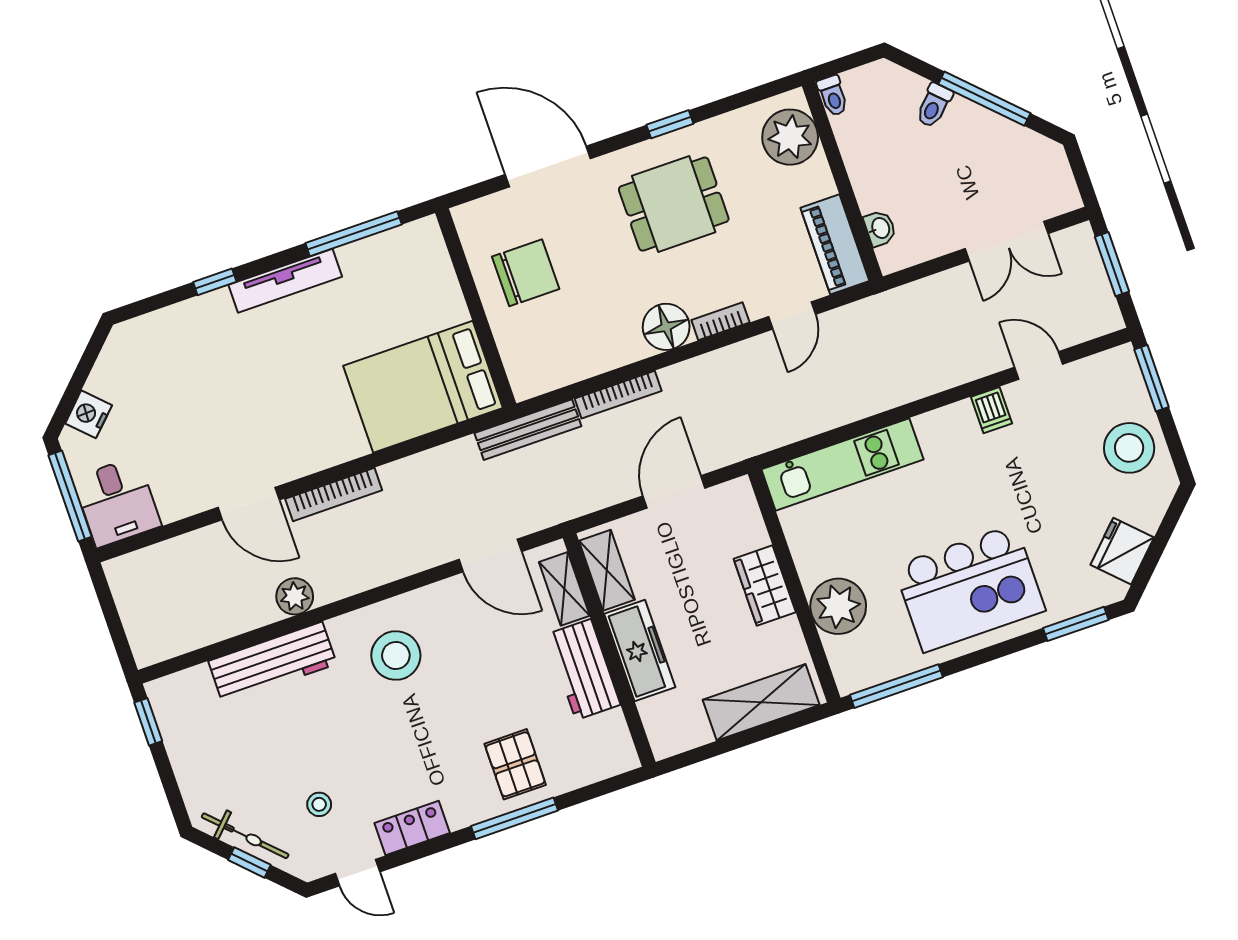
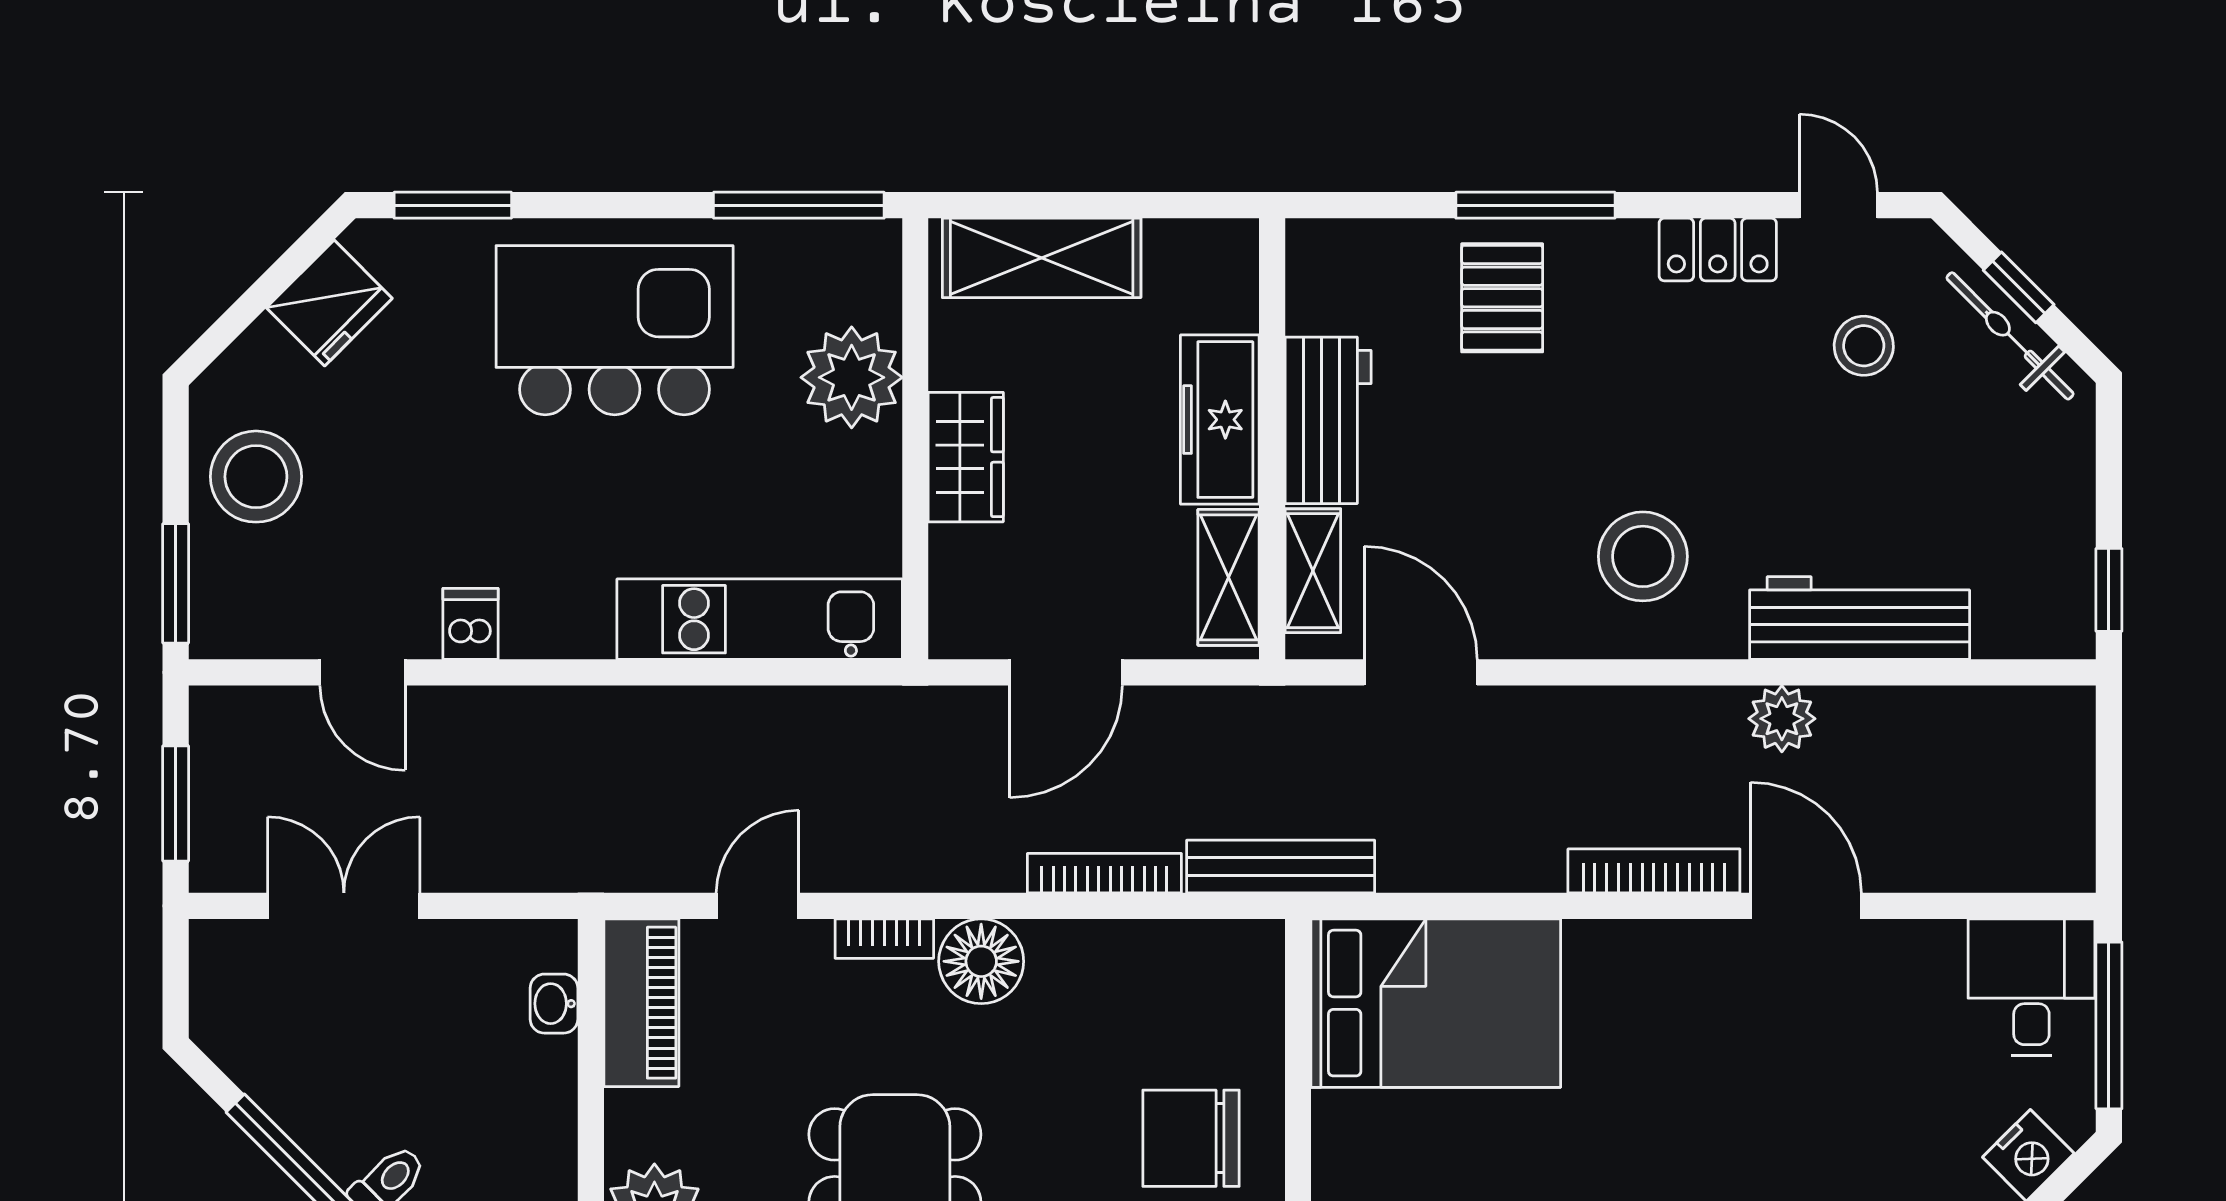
stool: (319, 804) -> (1864, 346), width x1.37, depth x1.37

